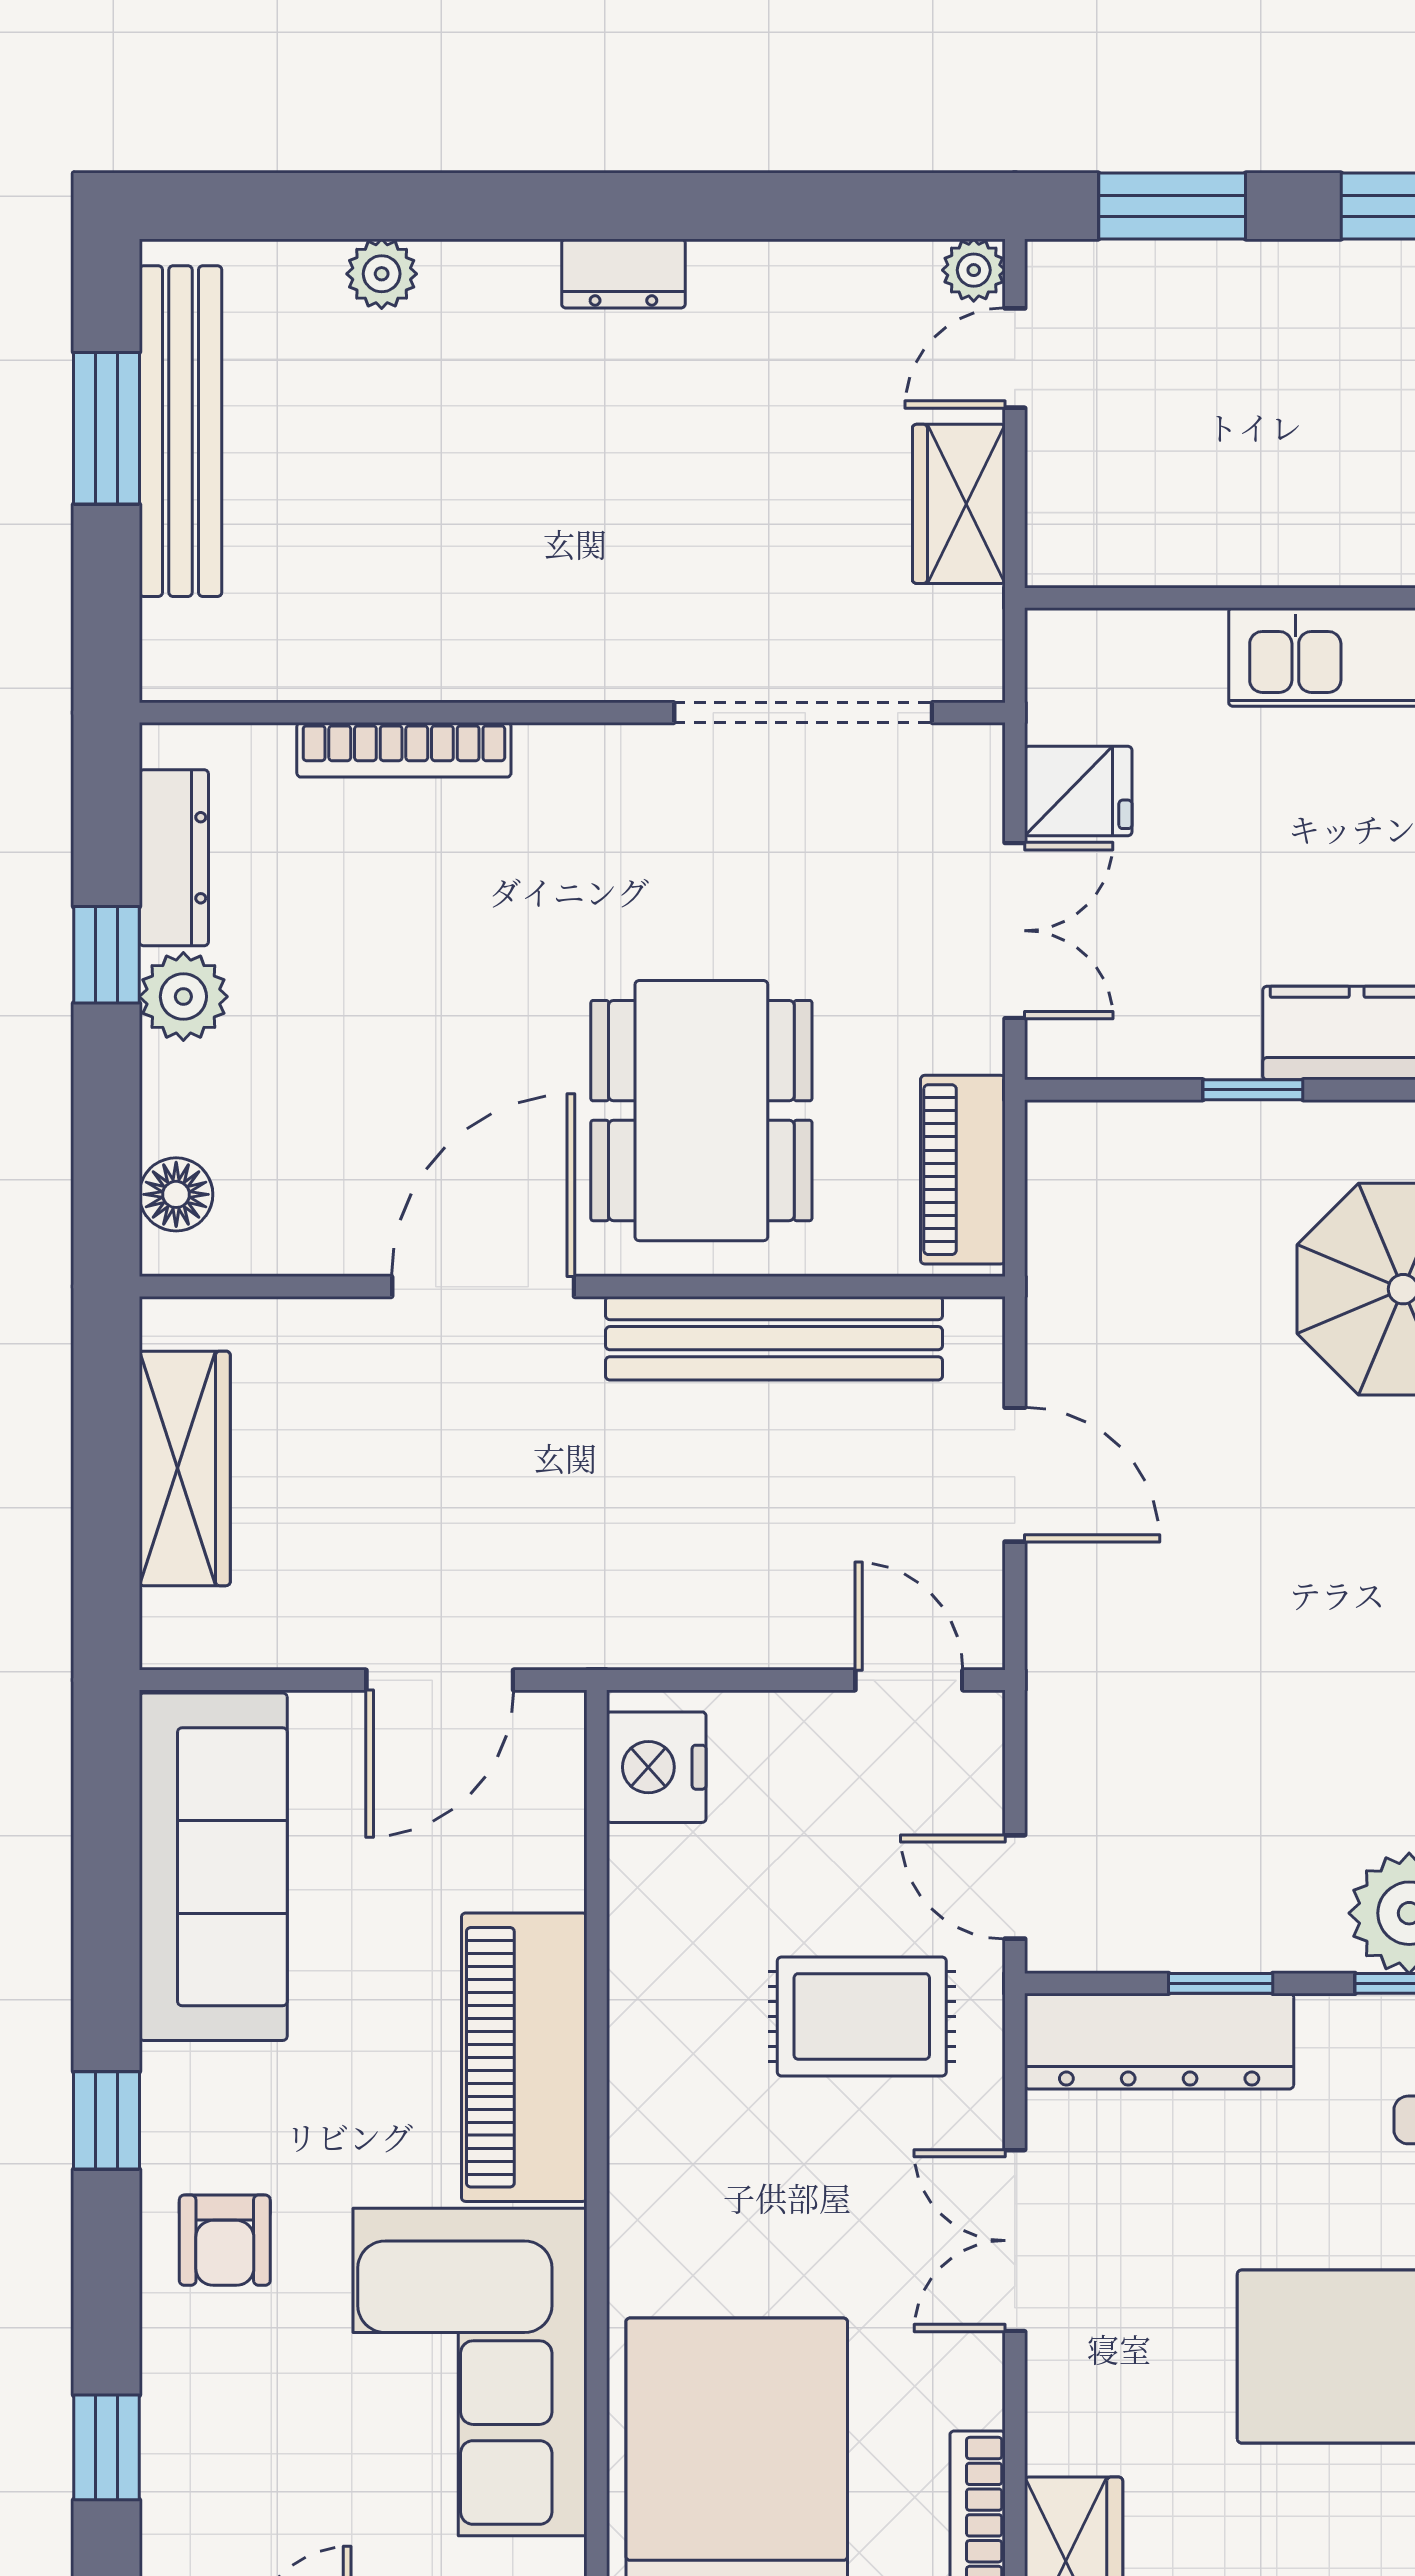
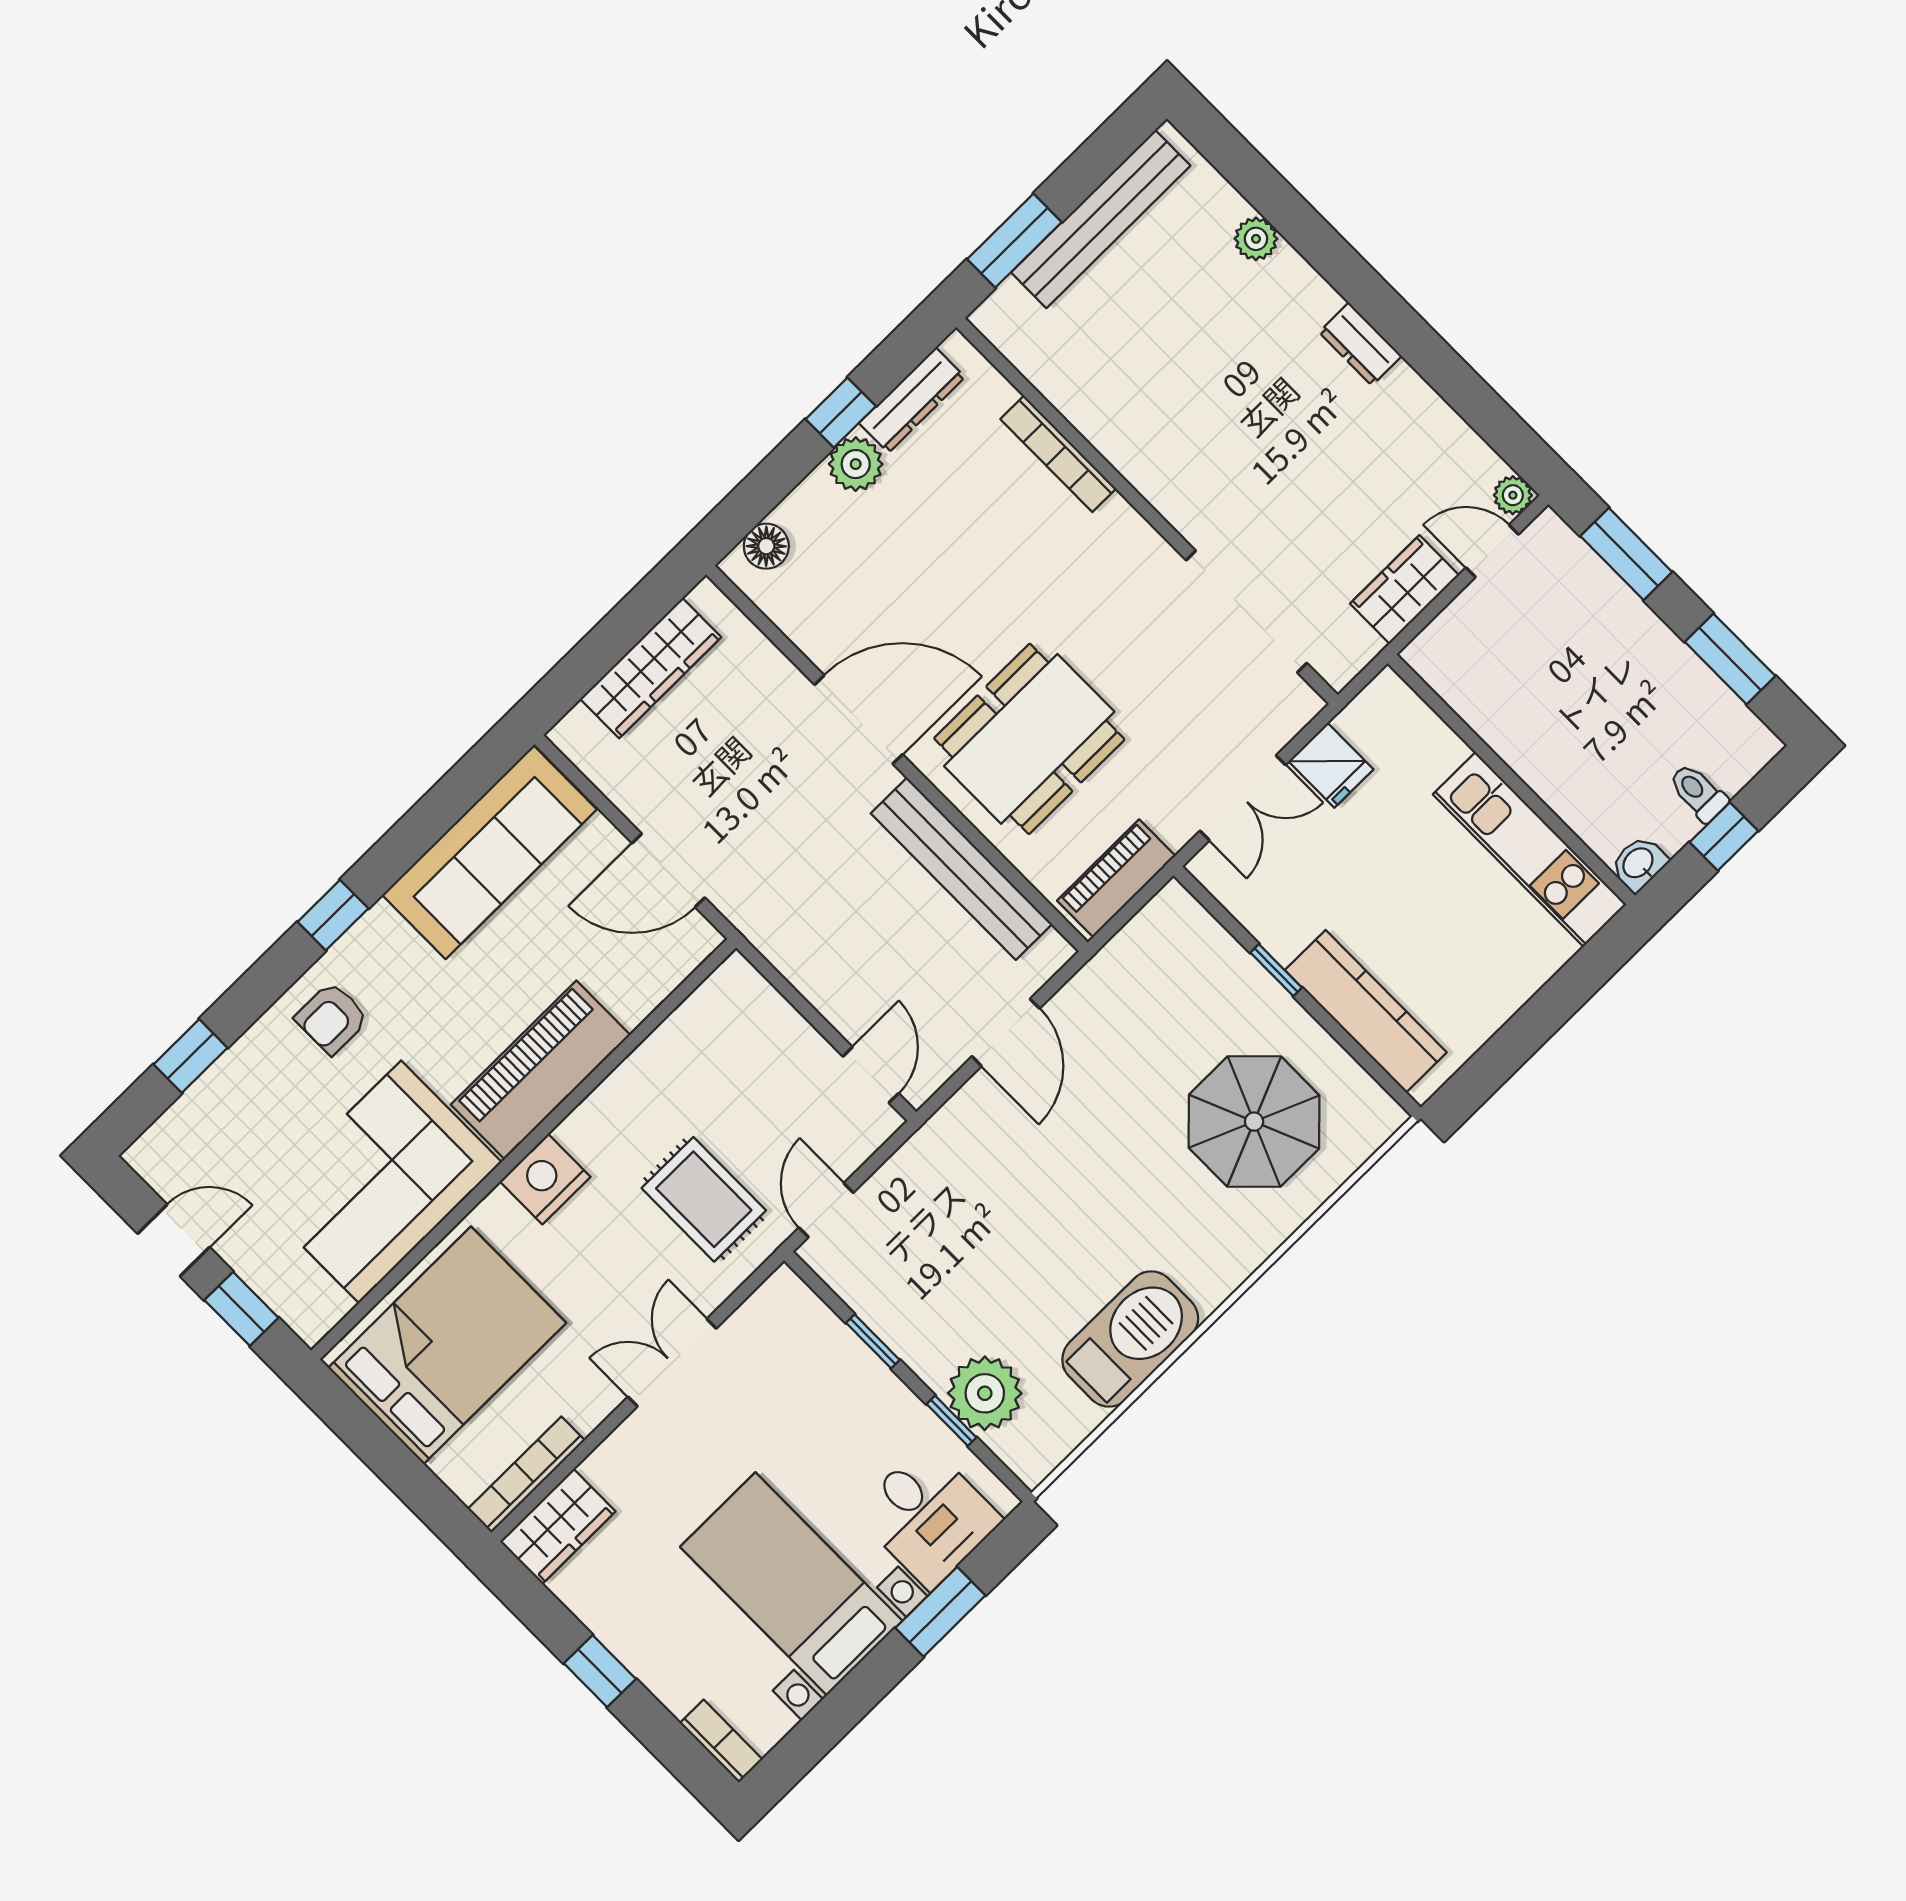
window: (107, 428) -> (1014, 241), moved
nightstand: (656, 1767) -> (545, 1179), moved
dresser: (1159, 2041) -> (821, 1339), removed

